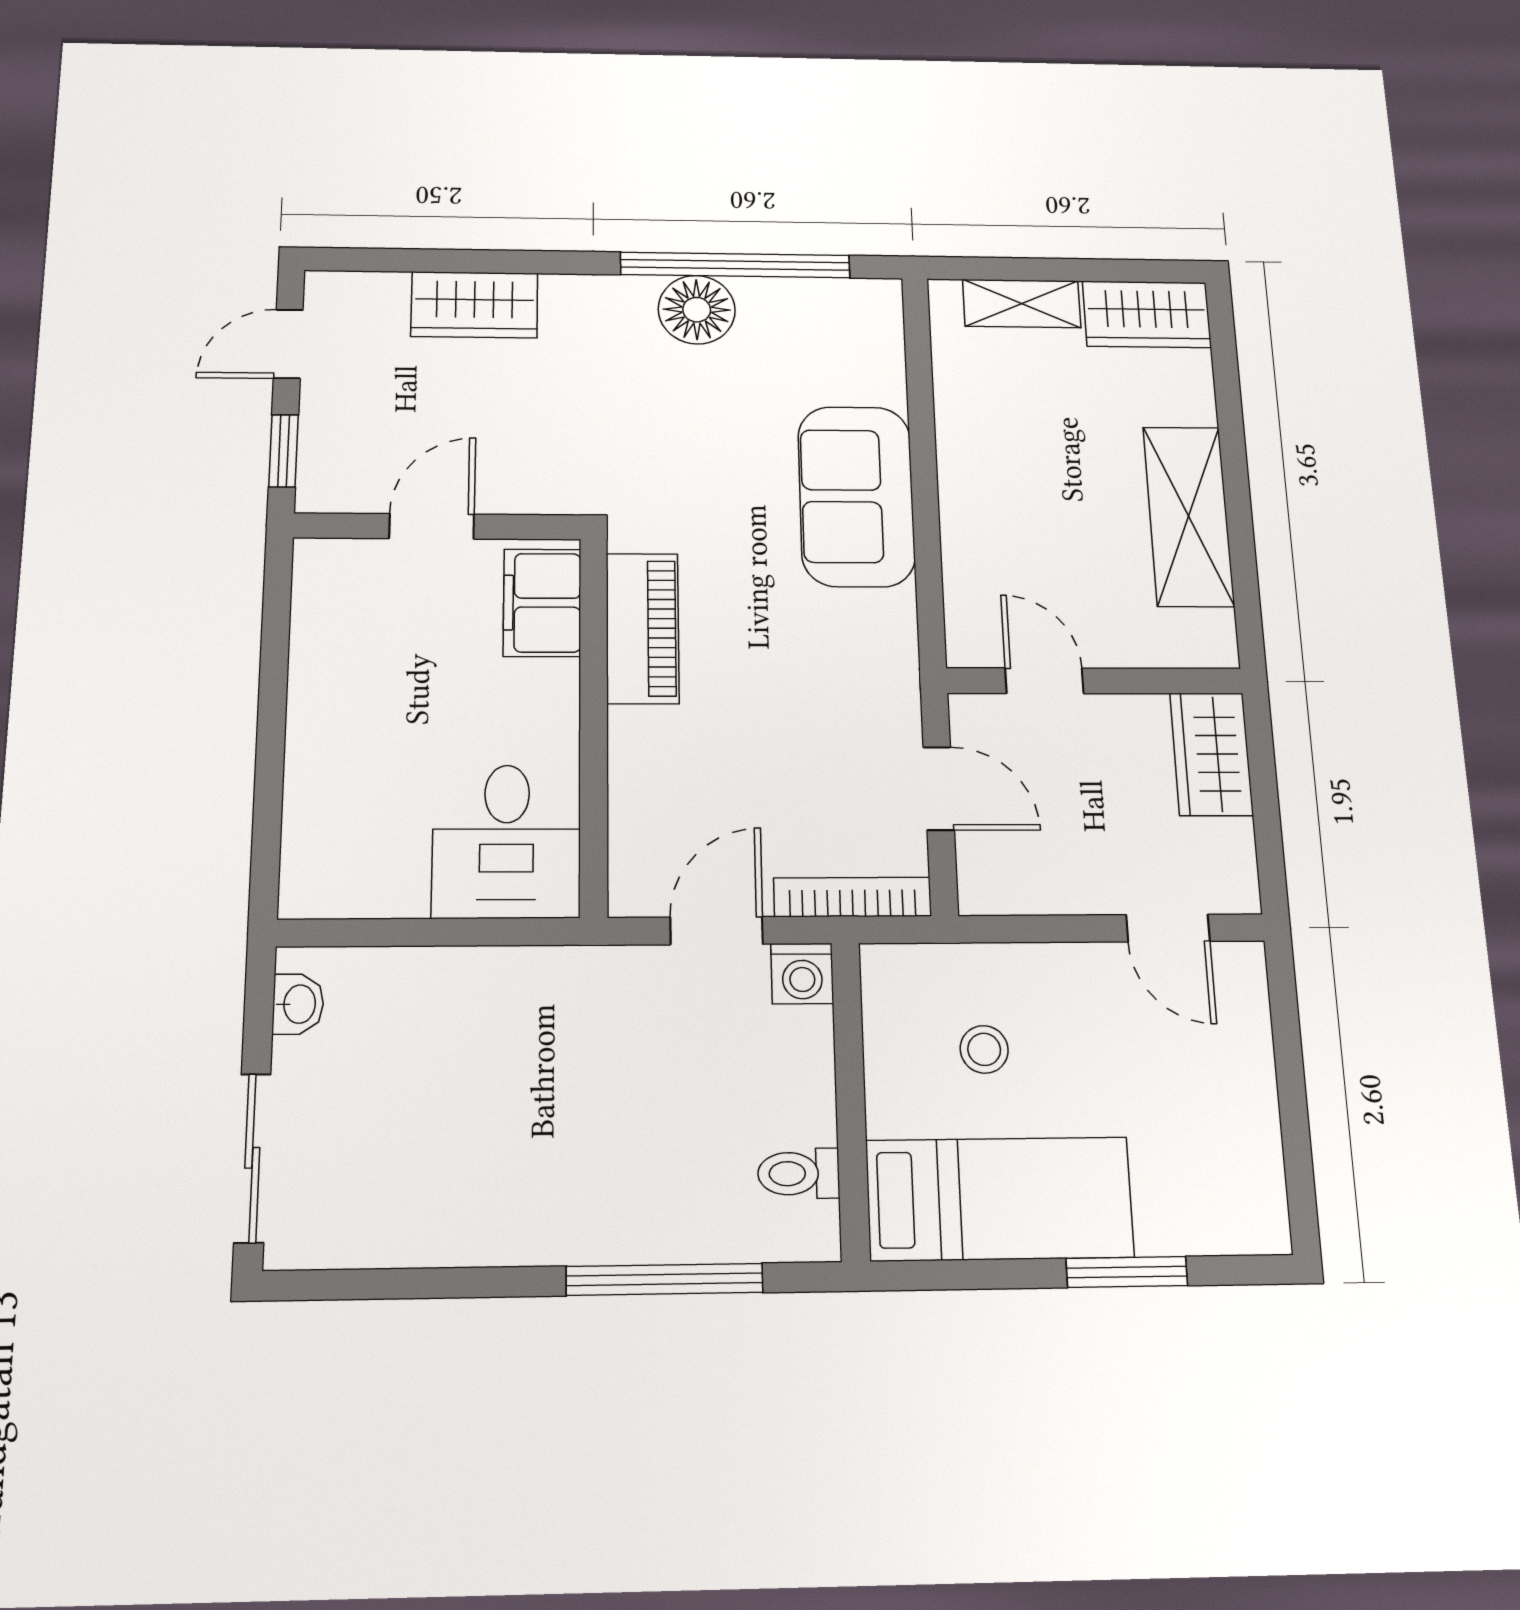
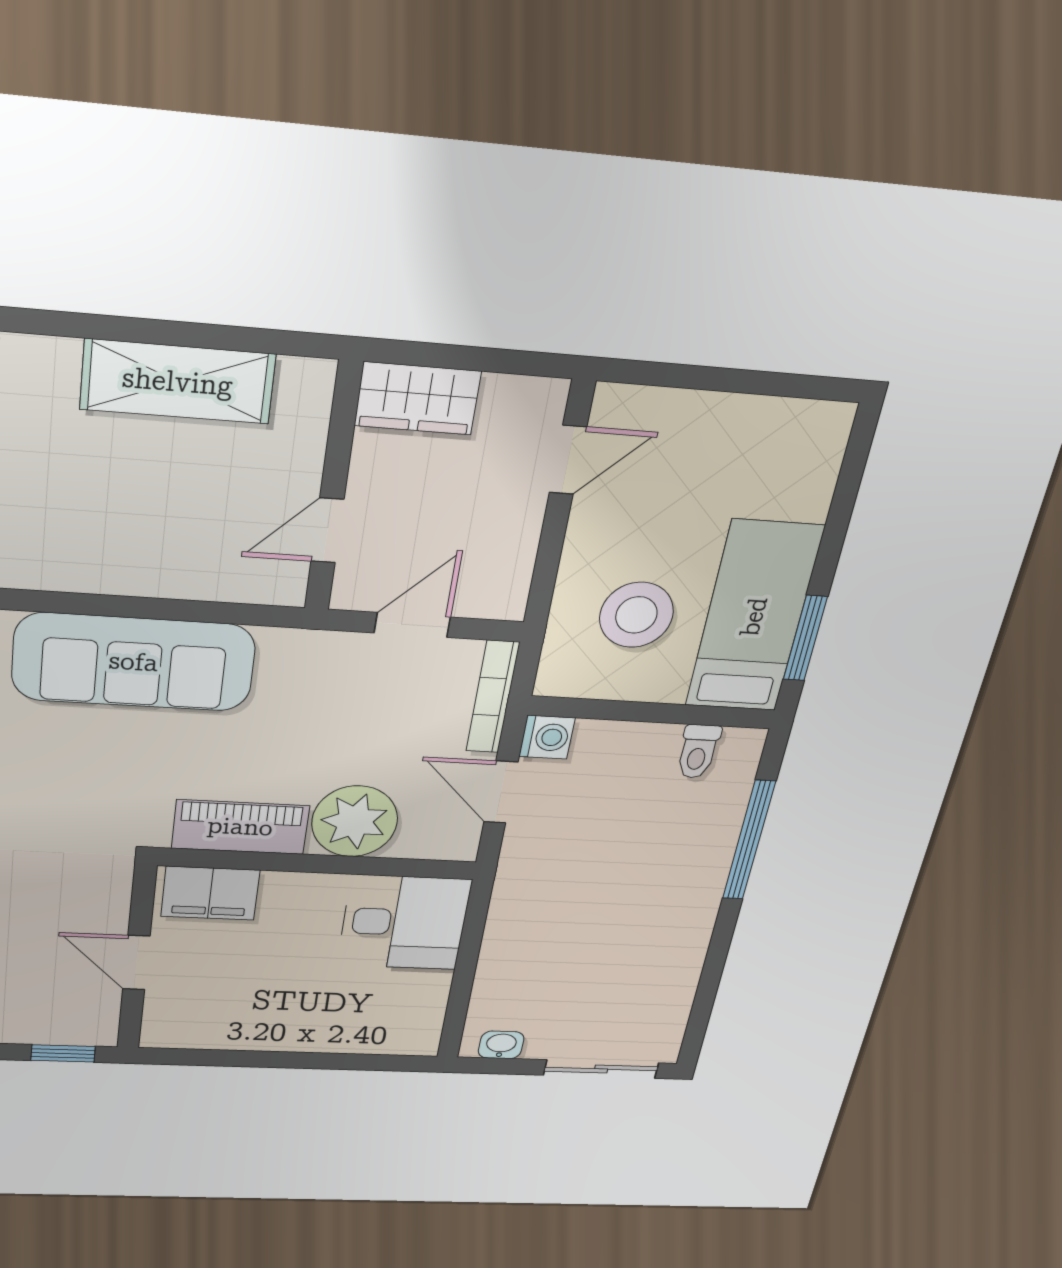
sofa: (856, 496) -> (134, 662), width x1.36
plant: (660, 759) -> (355, 821), added
stool: (984, 1049) -> (636, 615), width x1.89, depth x1.89
window: (1127, 1272) -> (805, 638), moved

